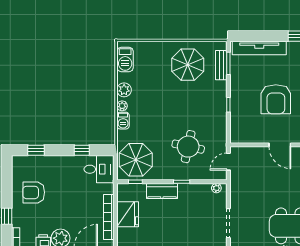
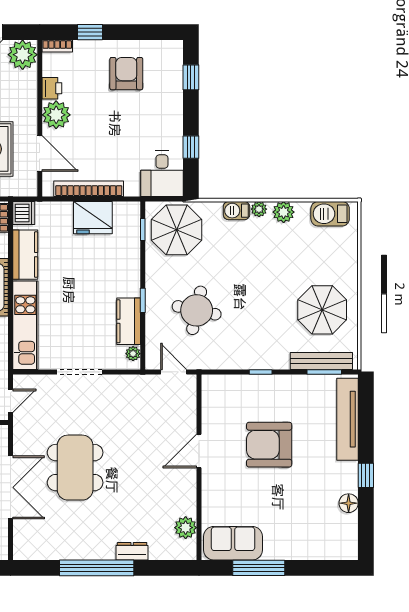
bench: (221, 65) -> (321, 361), width x1.36
kitchen counter: (162, 191) -> (129, 321), moved

